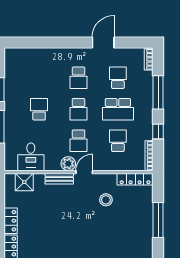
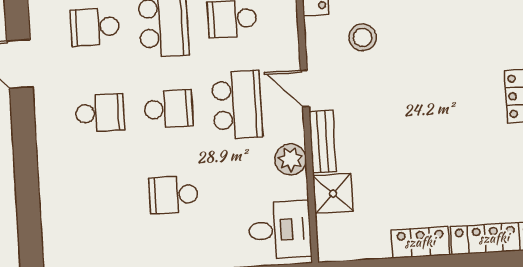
school desk: (78, 141) -> (237, 105), width x1.85
desk: (31, 157) -> (280, 230), moved
plant: (68, 164) -> (291, 160), moved
shower: (24, 182) -> (333, 194), moved

